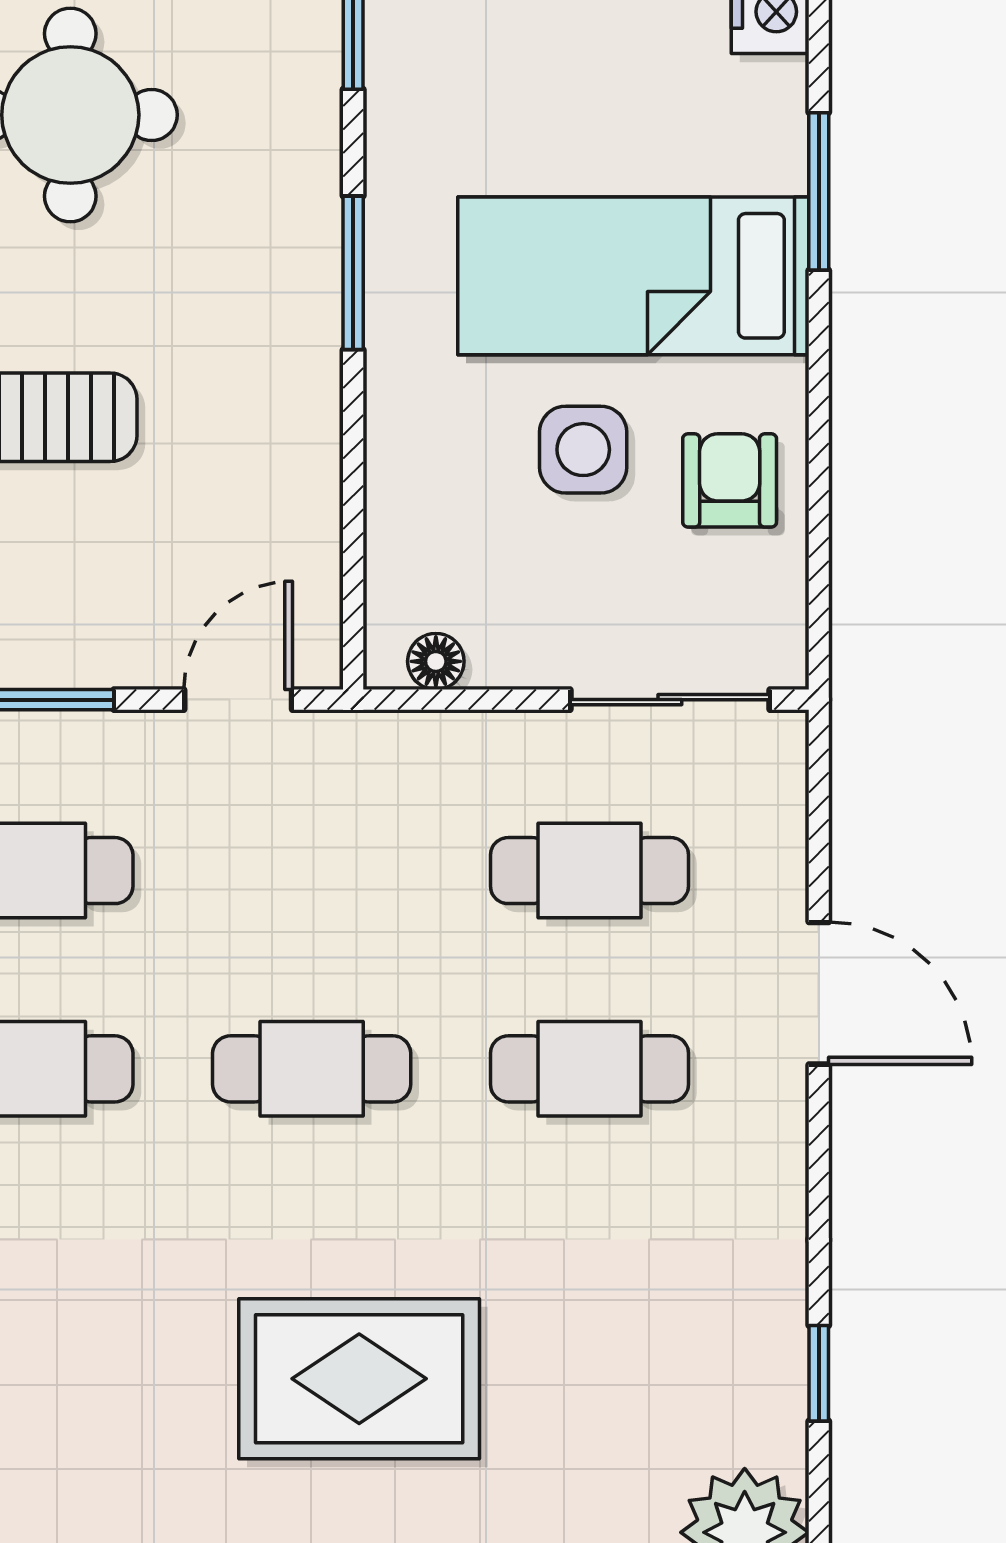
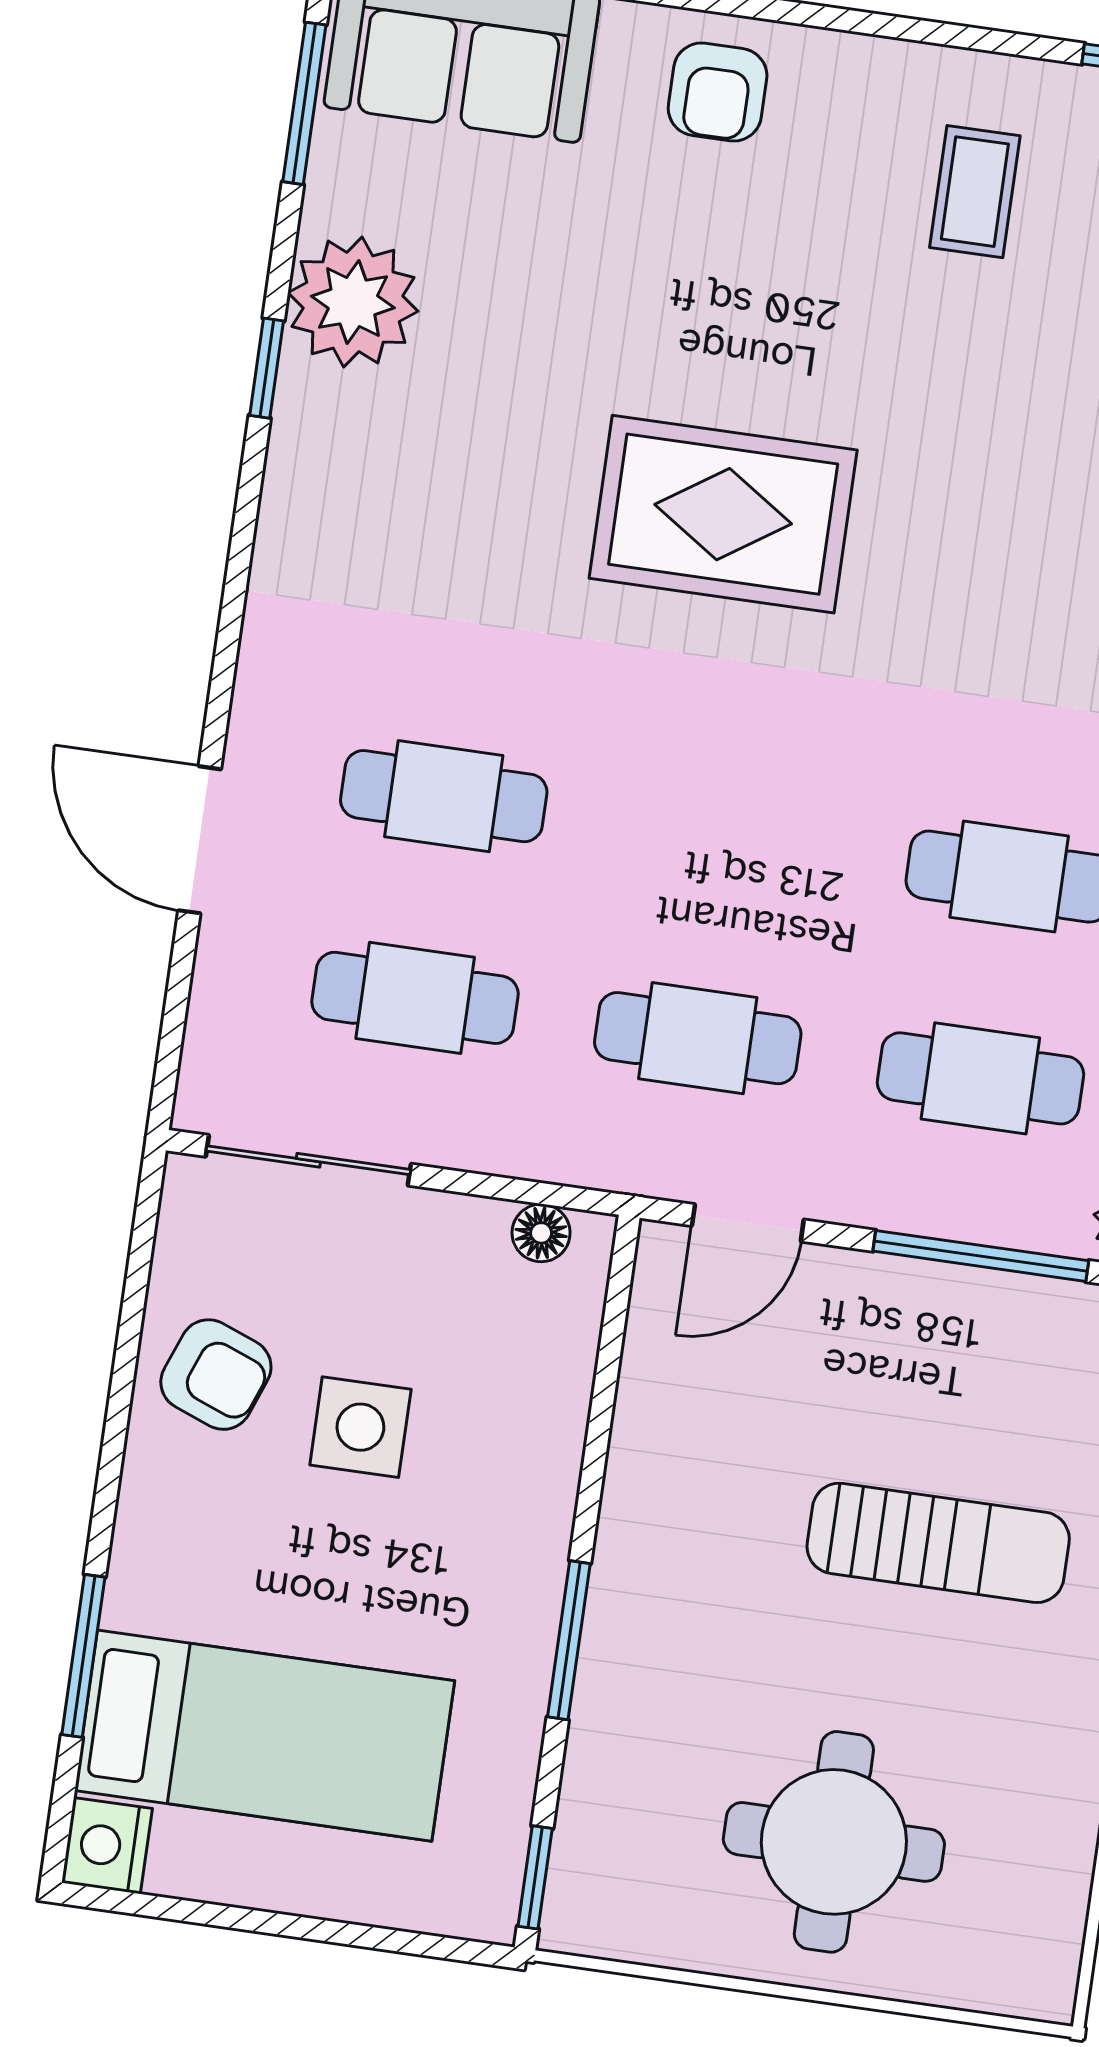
bed: (633, 276) -> (265, 1736), moved
armchair: (730, 480) -> (216, 1375), turned -69
cafe table: (312, 1069) -> (698, 1038), moved
window: (819, 1373) -> (267, 368), moved

